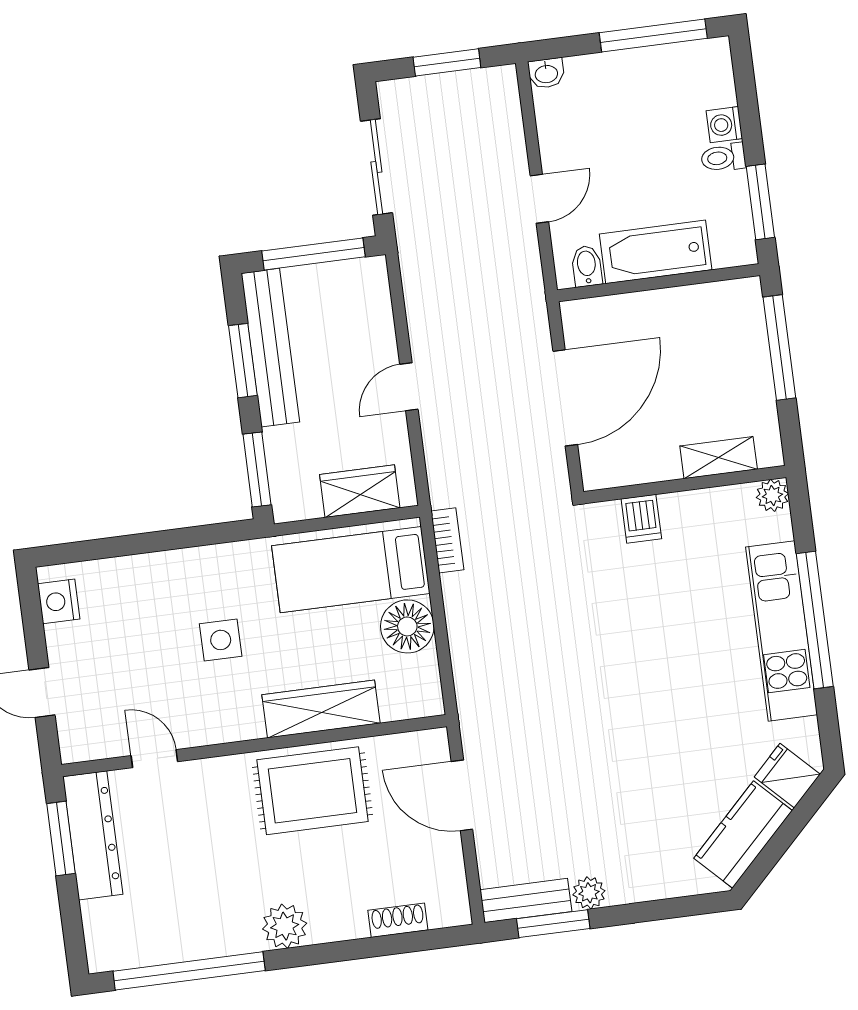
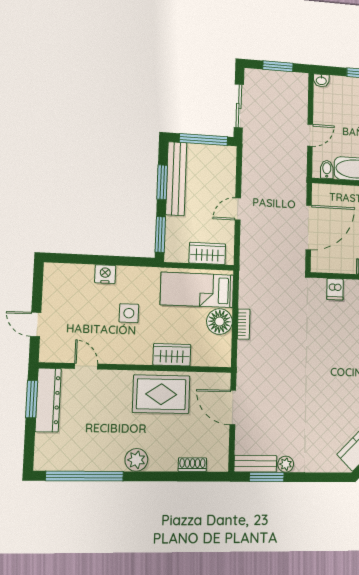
bookcase: (447, 540) -> (244, 324), moved
nightstand: (59, 601) -> (105, 274), moved, turned 90
wardrobe: (321, 709) -> (172, 355), width x0.67

